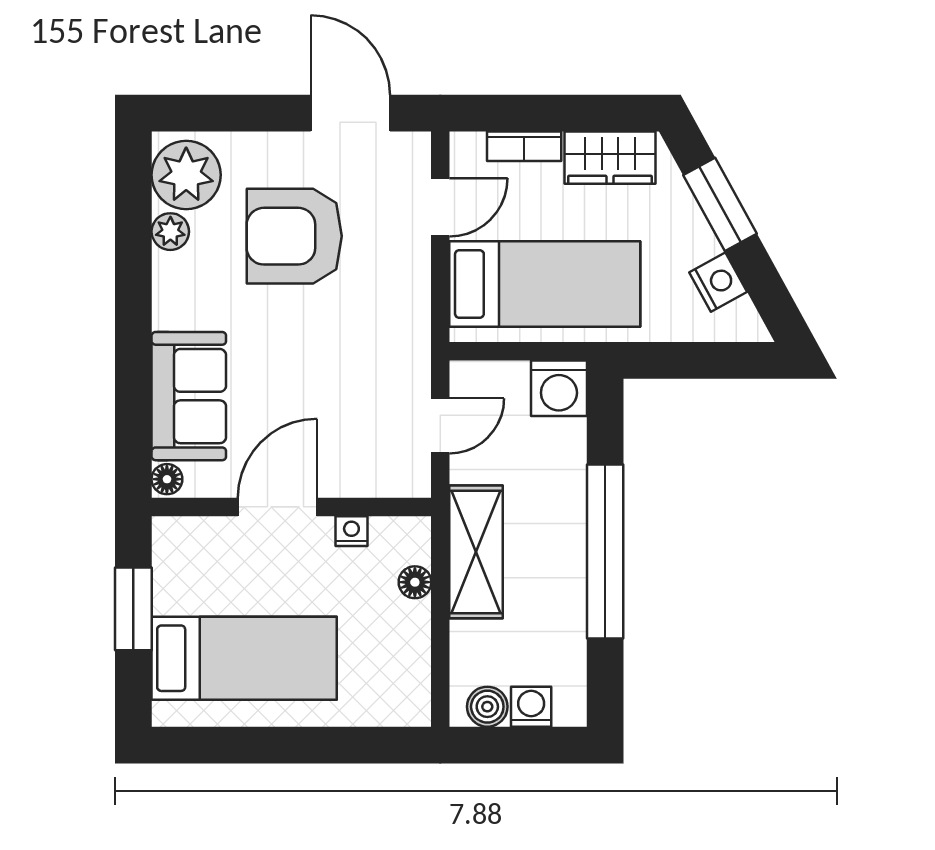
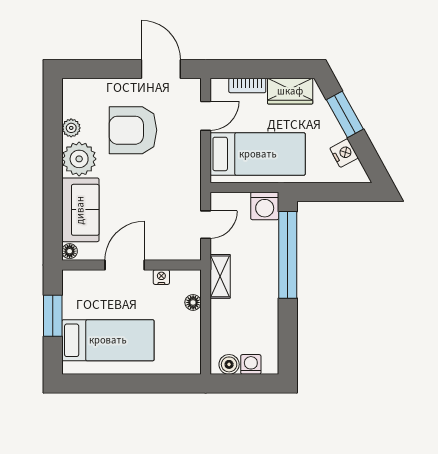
plant: (186, 175) -> (79, 159), moved
window: (605, 551) -> (288, 255), moved
shelving: (476, 552) -> (220, 276), width x0.67, depth x0.75

